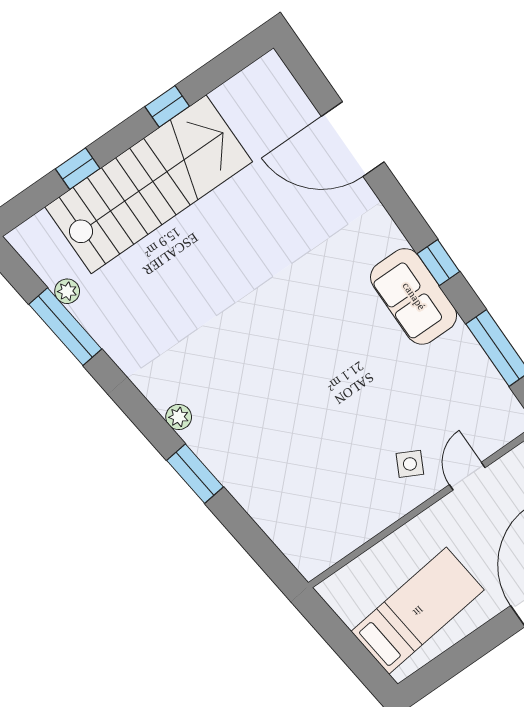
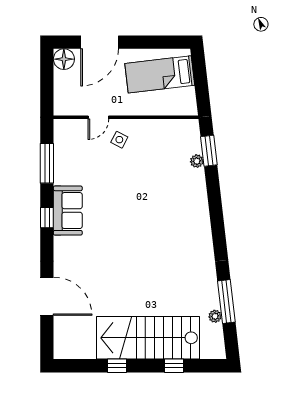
plant: (179, 417) -> (197, 161), moved
window: (195, 474) -> (209, 151), moved

